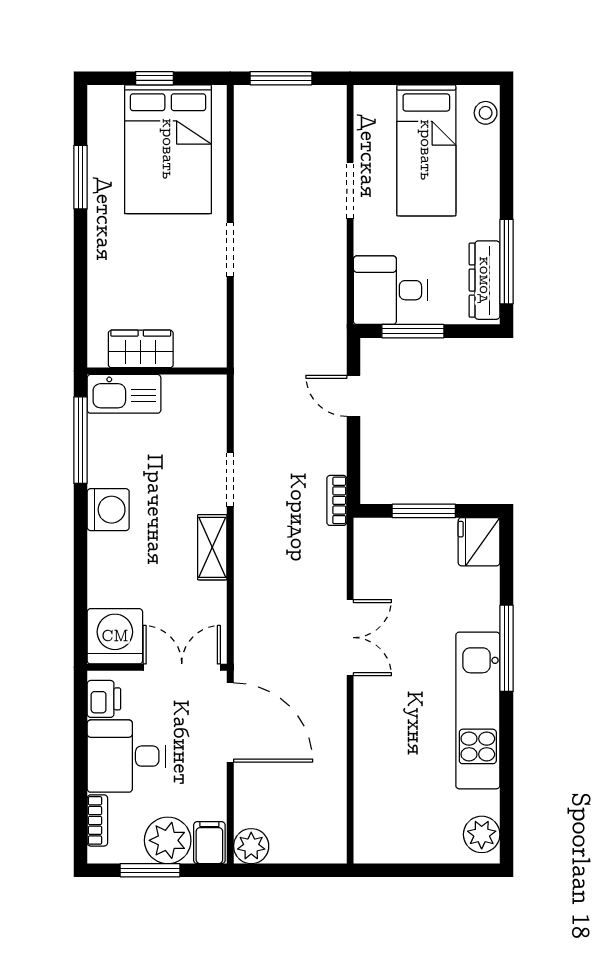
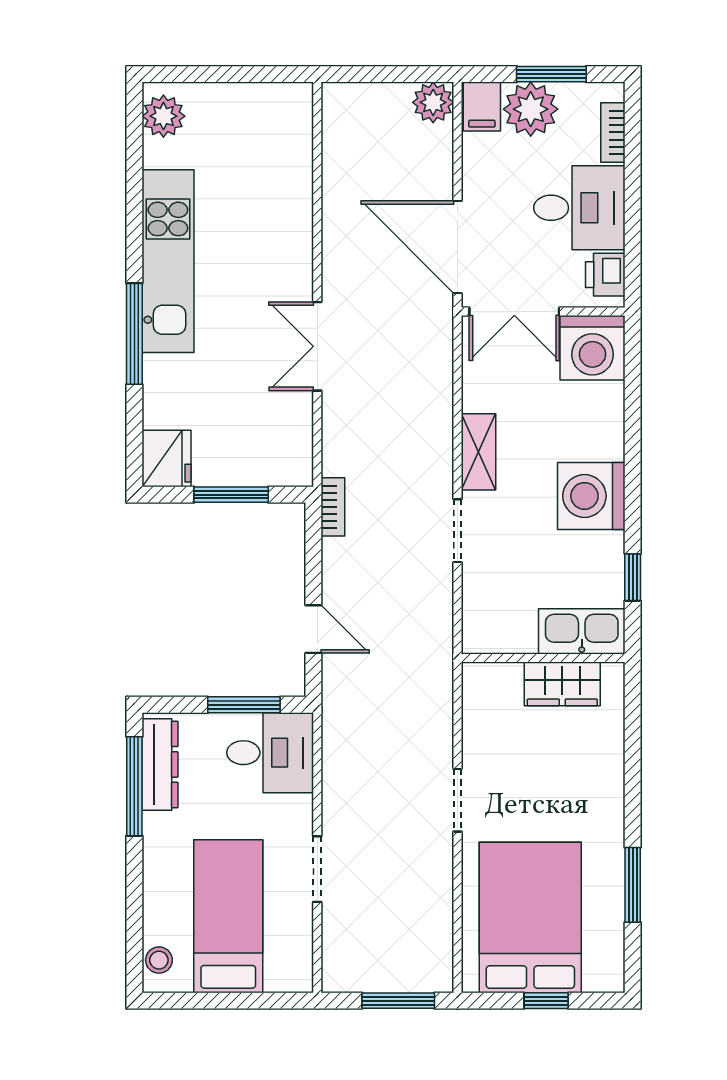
window: (81, 440) -> (633, 577), width x0.46
washing machine: (108, 510) -> (591, 496), width x1.37, depth x1.37

